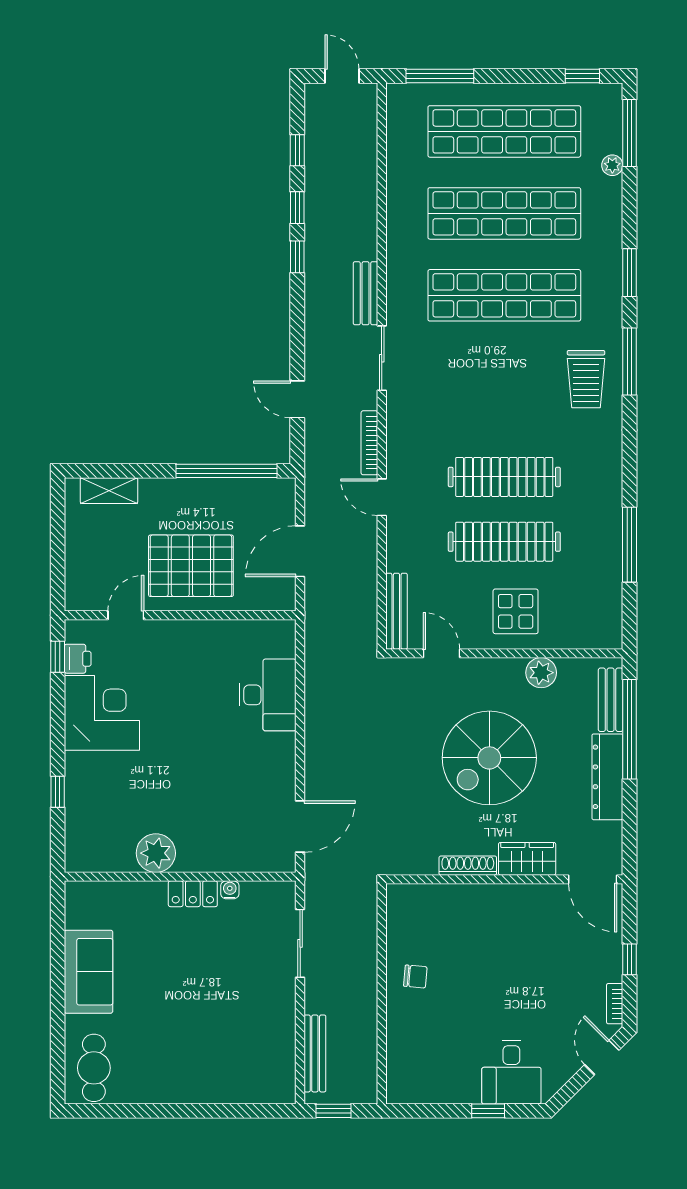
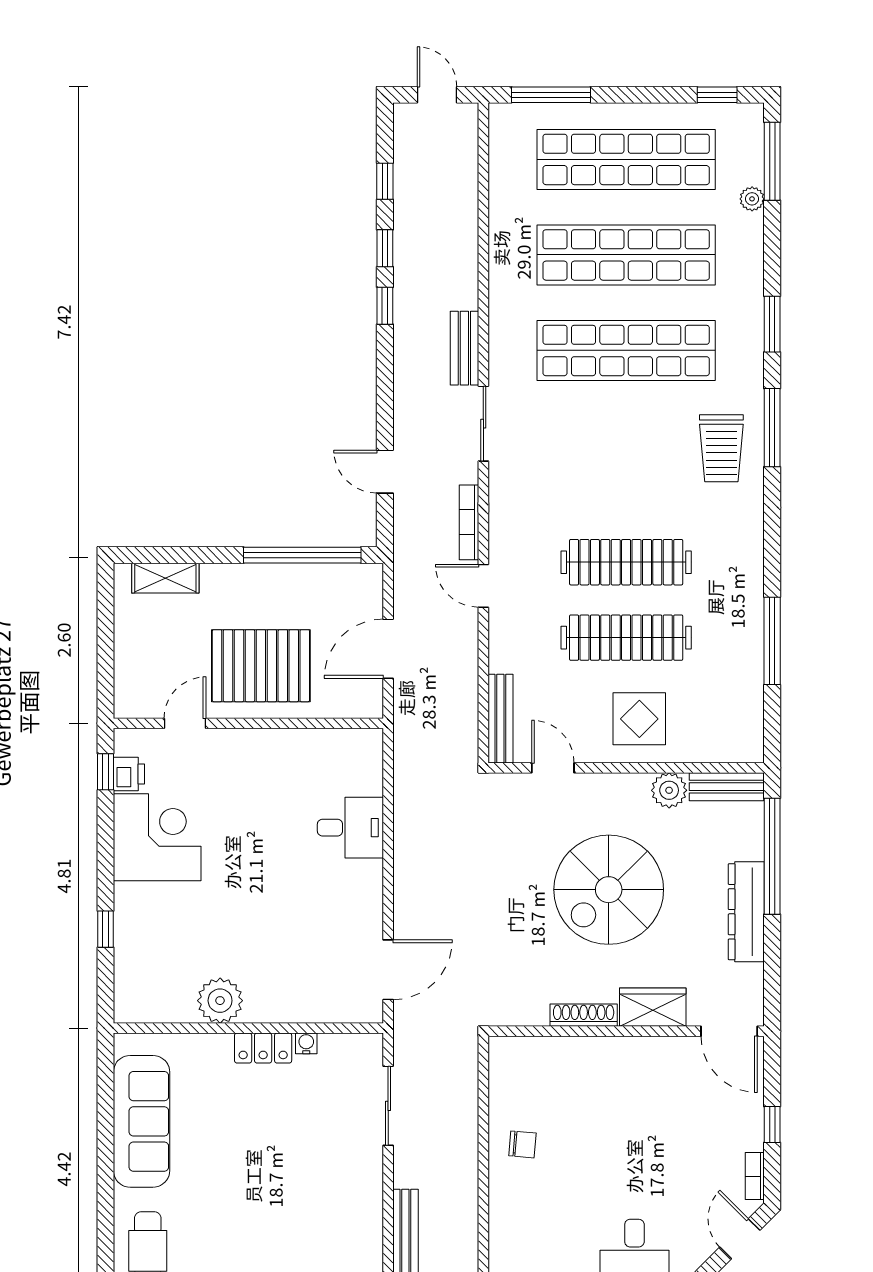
desk: (268, 695) -> (350, 828), width x0.73
bench: (611, 700) -> (726, 787), moved, turned 90
sofa: (89, 972) -> (142, 1121), width x1.36

